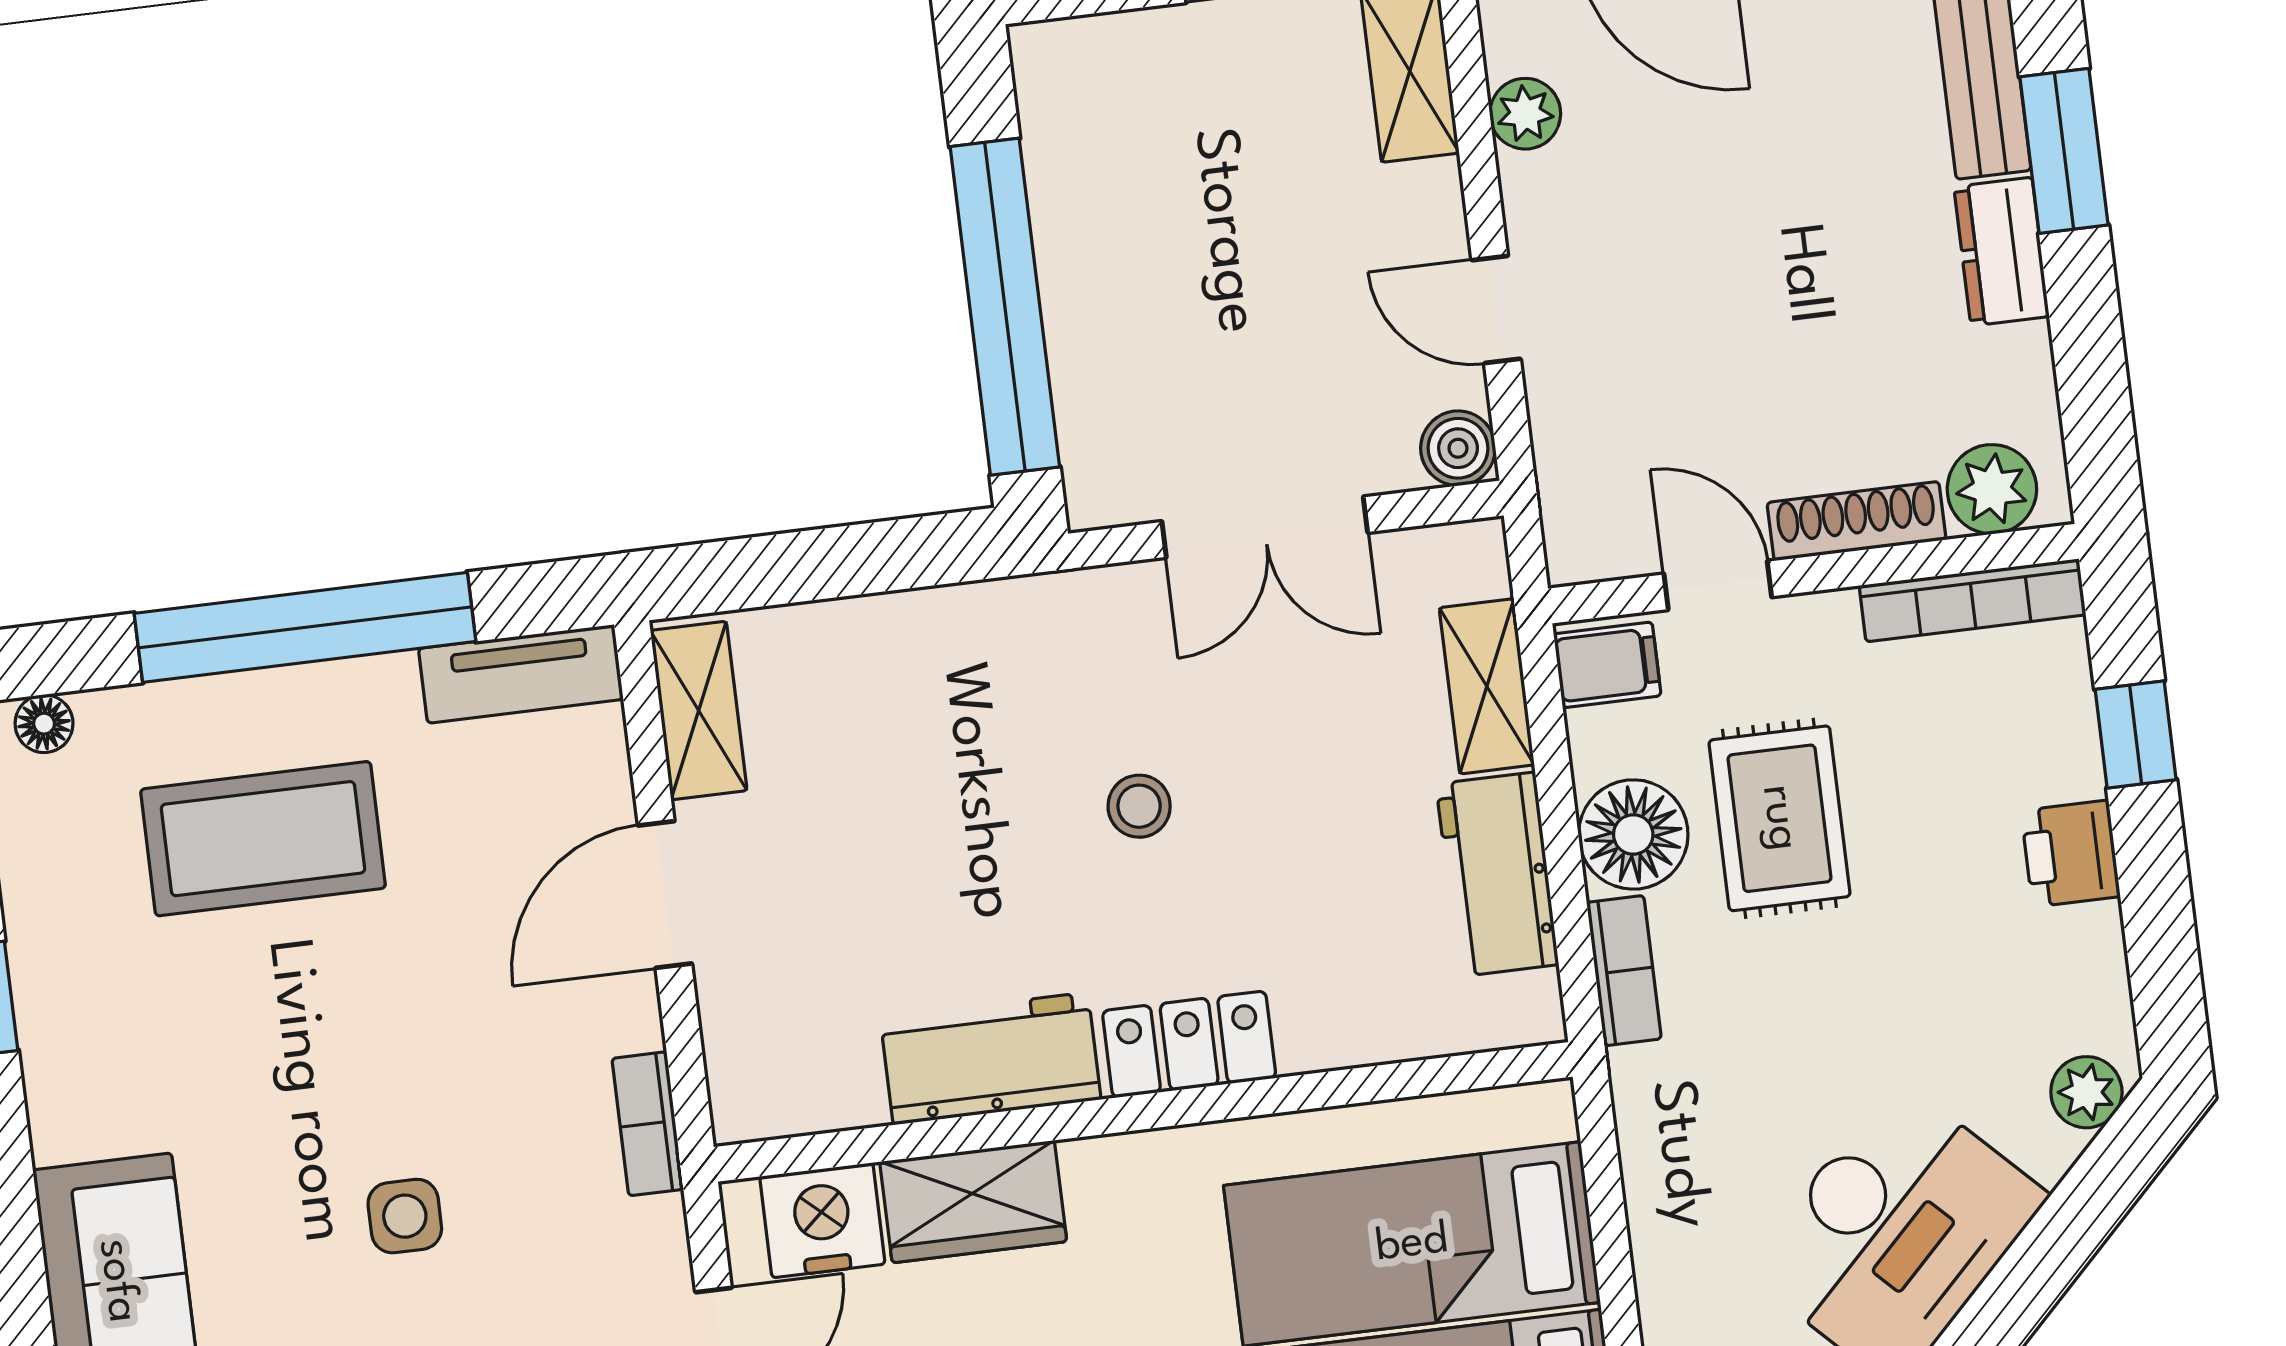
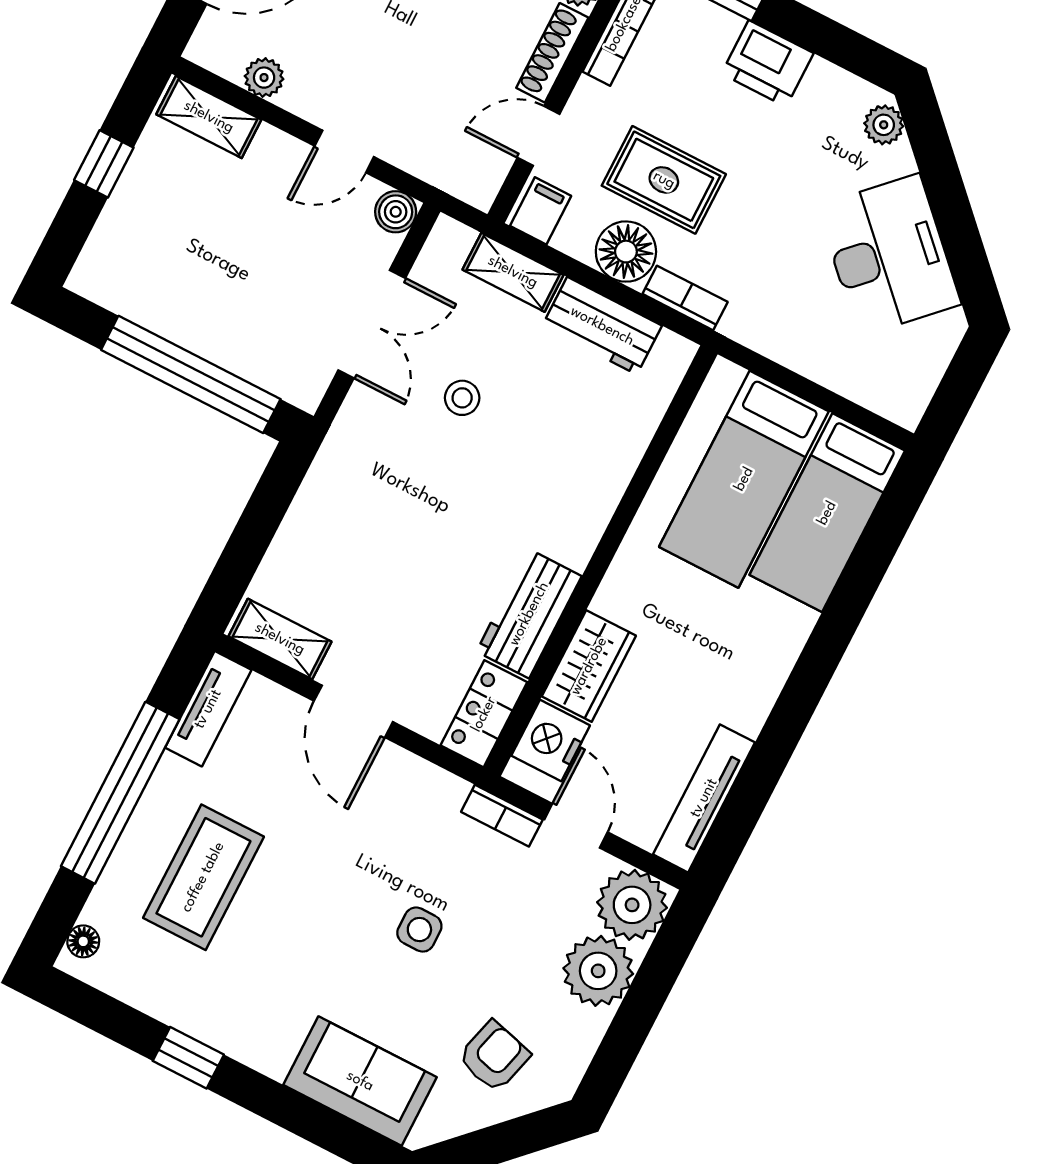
stool: (1139, 806) -> (462, 398), moved
printer: (2071, 854) -> (767, 63), width x1.36, depth x1.24
locker: (1189, 1044) -> (484, 714), moved
bookcase: (648, 1124) -> (502, 816), moved

